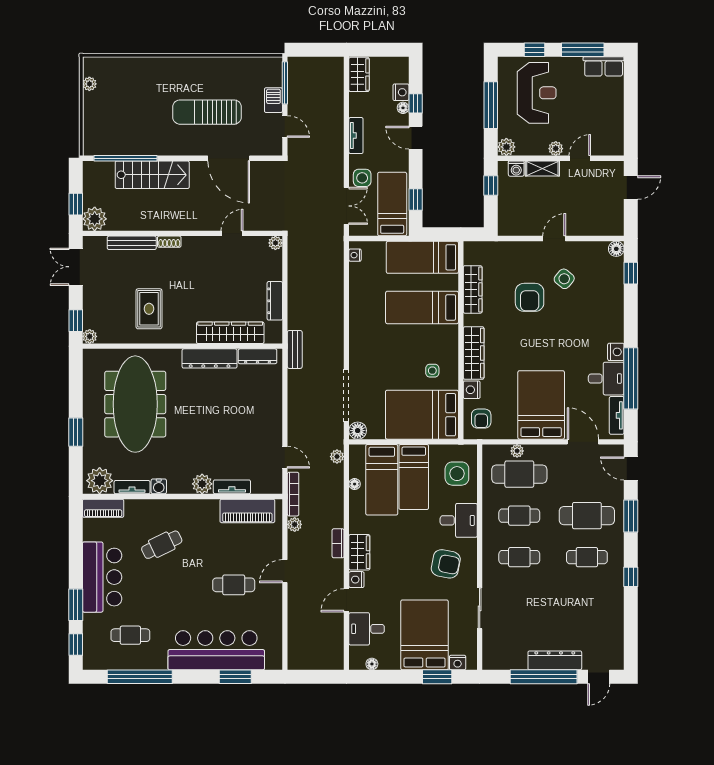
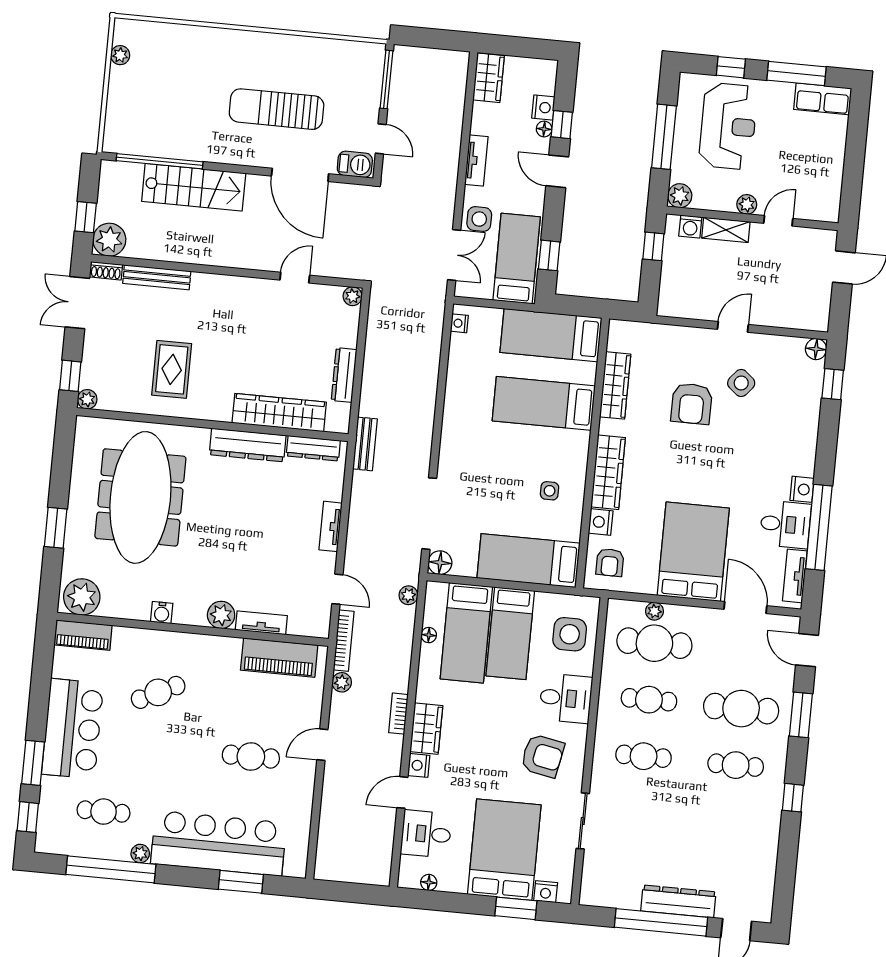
barbecue: (273, 100) -> (355, 164), moved, turned 90
shoe rack: (169, 242) -> (106, 271), moved
bed: (422, 415) -> (528, 561), width x0.67
tv unit: (132, 487) -> (331, 526), moved, turned -90
plant: (160, 663) -> (140, 853), added

